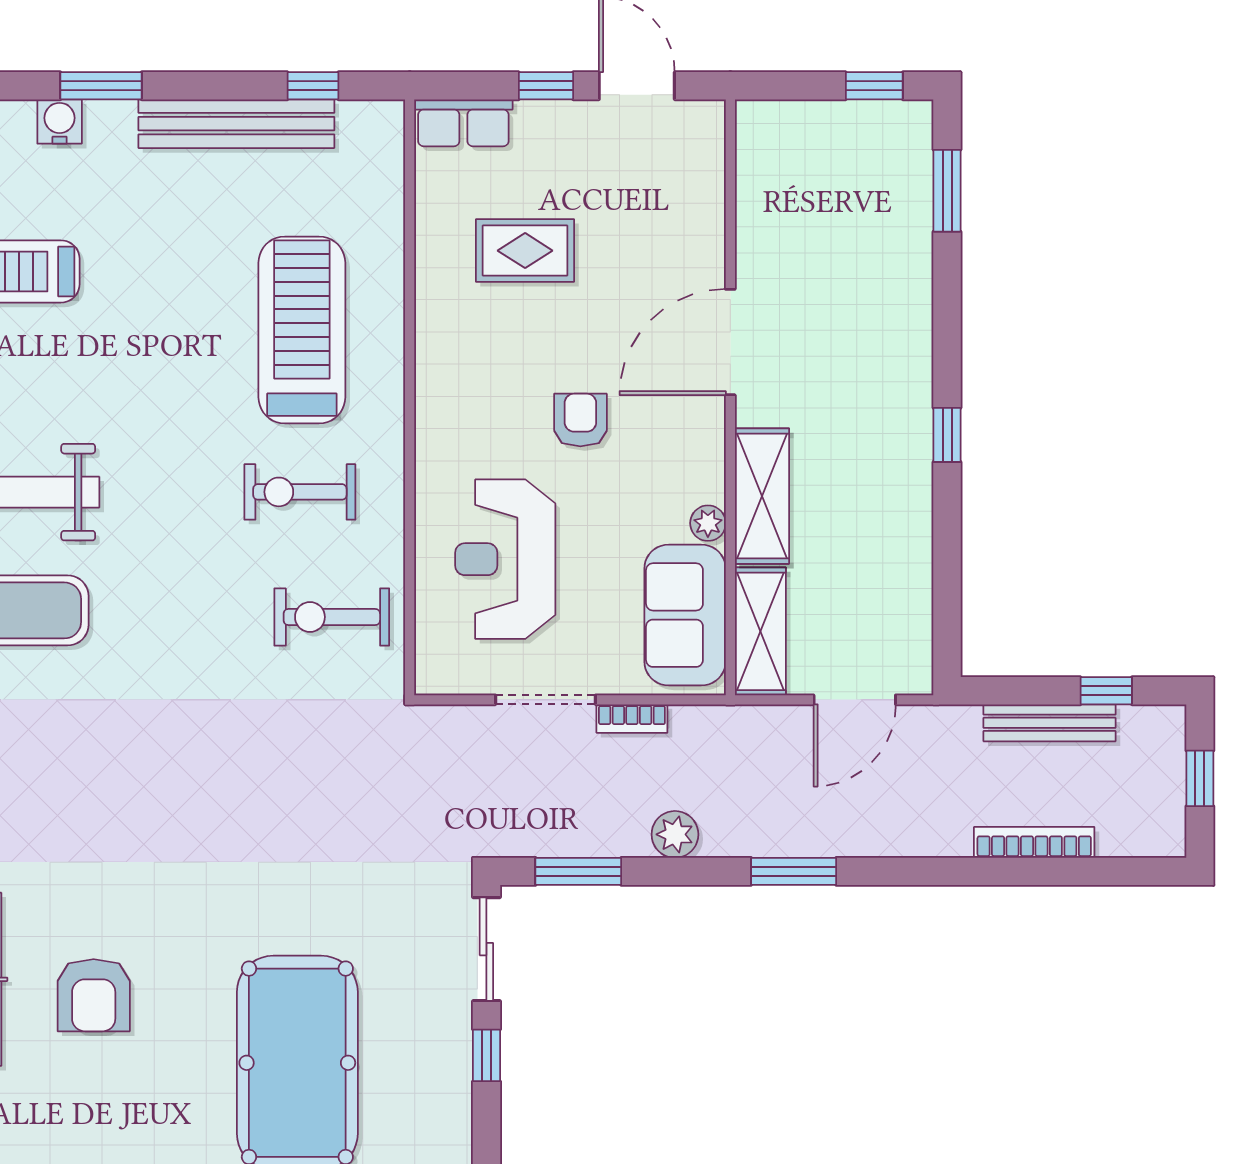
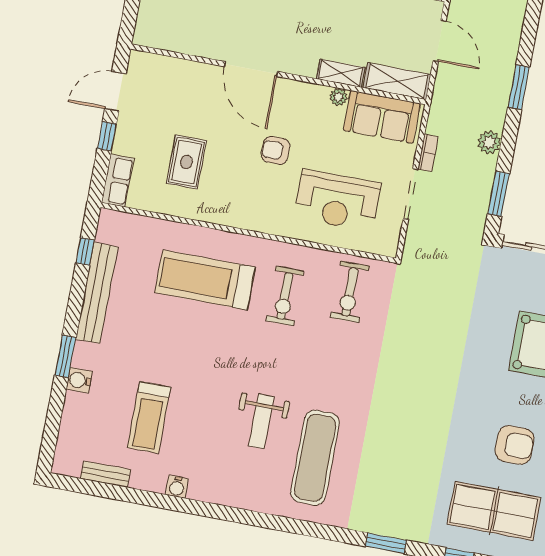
shelving: (762, 496) -> (341, 73), width x0.67, depth x0.75

